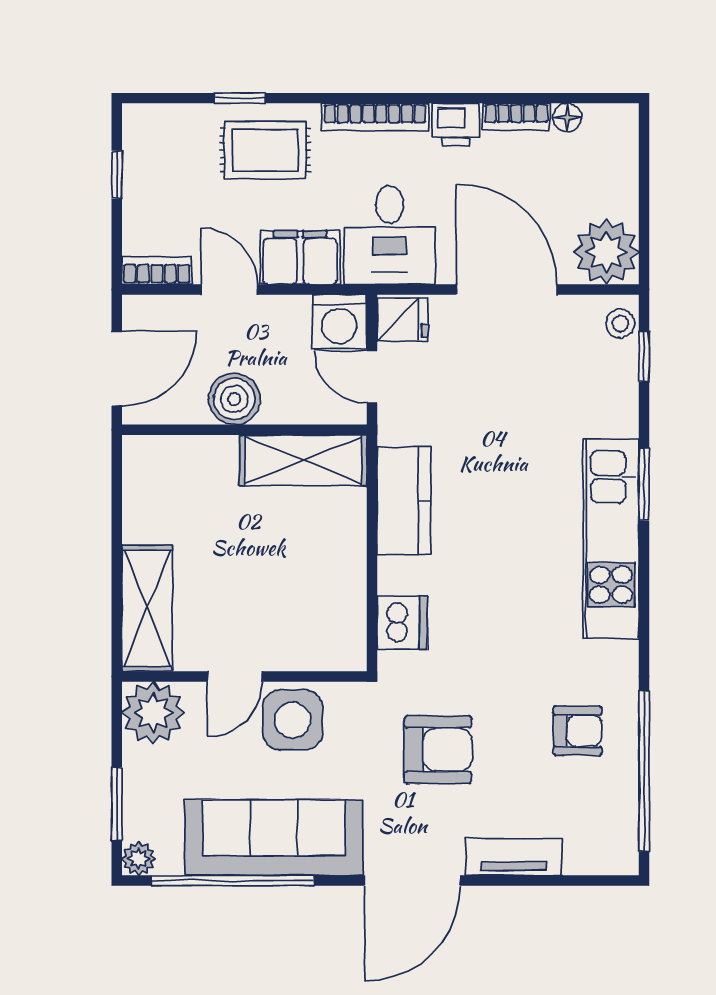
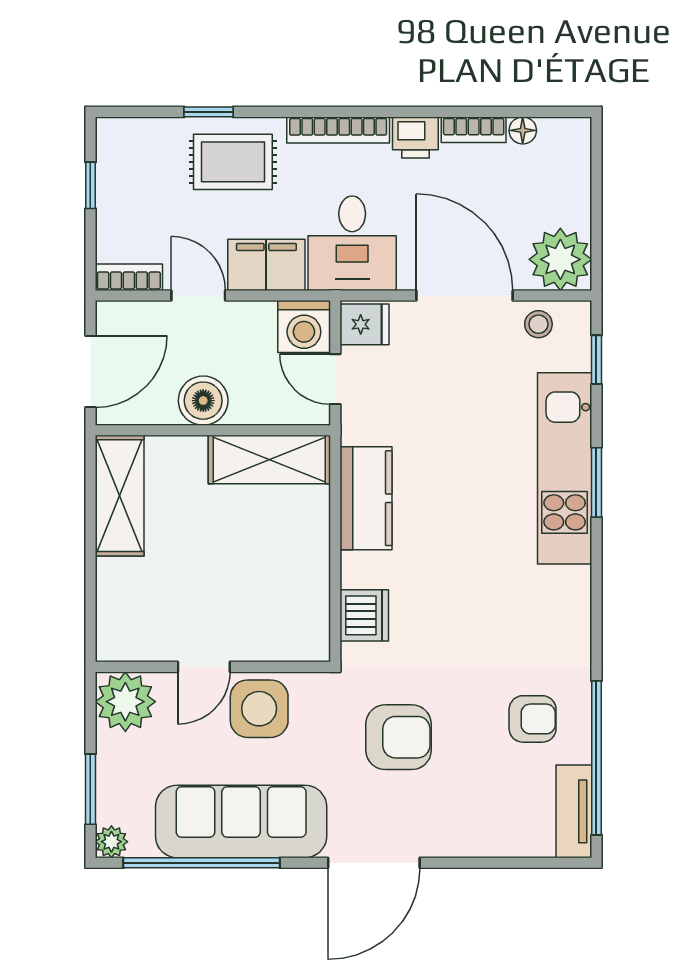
stool: (620, 324) -> (538, 324), moved
kitchen unit: (611, 539) -> (565, 468), moved
shelving: (147, 608) -> (120, 496), moved
tv unit: (514, 857) -> (574, 811), moved, turned -90

